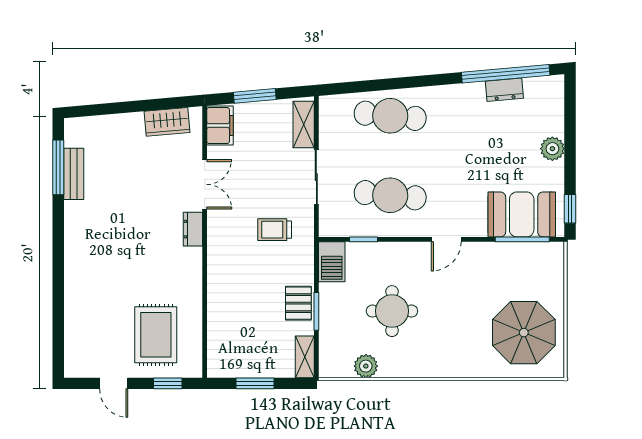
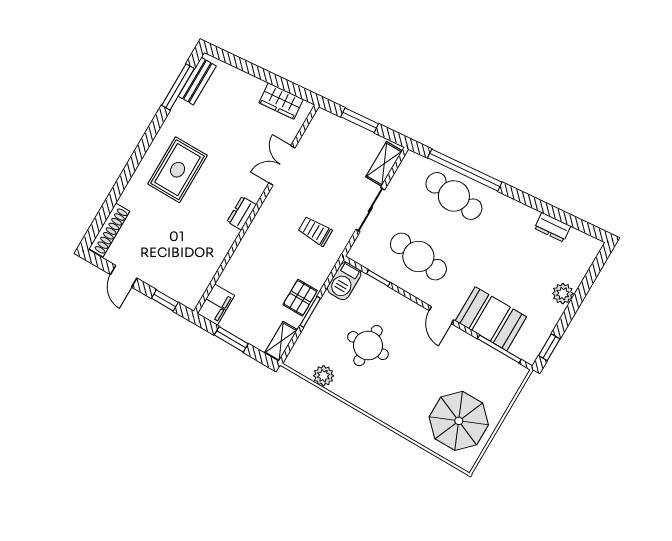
window: (506, 74) -> (465, 170), moved
filing cabinet: (220, 125) -> (216, 305), moved
bench: (74, 174) -> (197, 81), moved
double door: (205, 184) -> (282, 165), swing flipped
booth: (522, 214) -> (491, 319), moved
dresser: (193, 229) -> (242, 213), moved
door: (446, 239) -> (441, 315), hinge flipped
rug: (156, 335) -> (178, 170), moved
shoe rack: (73, 346) -> (109, 230), added

